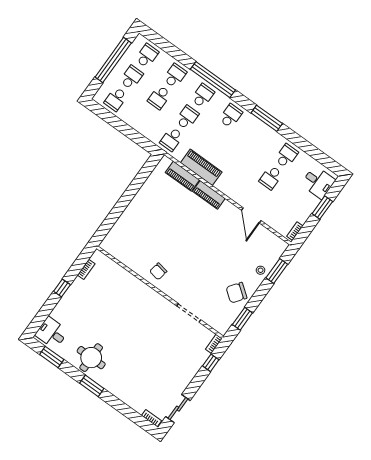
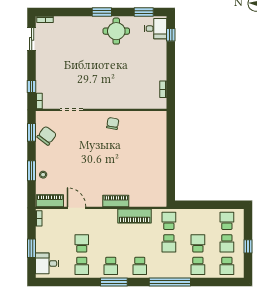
window: (113, 60) -> (248, 246), width x0.32
school desk: (203, 96) -> (111, 266), moved
piano: (182, 176) -> (50, 201), moved
window: (277, 271) -> (32, 171), moved
window: (62, 288) -> (171, 35), moved
chair: (237, 293) -> (47, 136), moved

